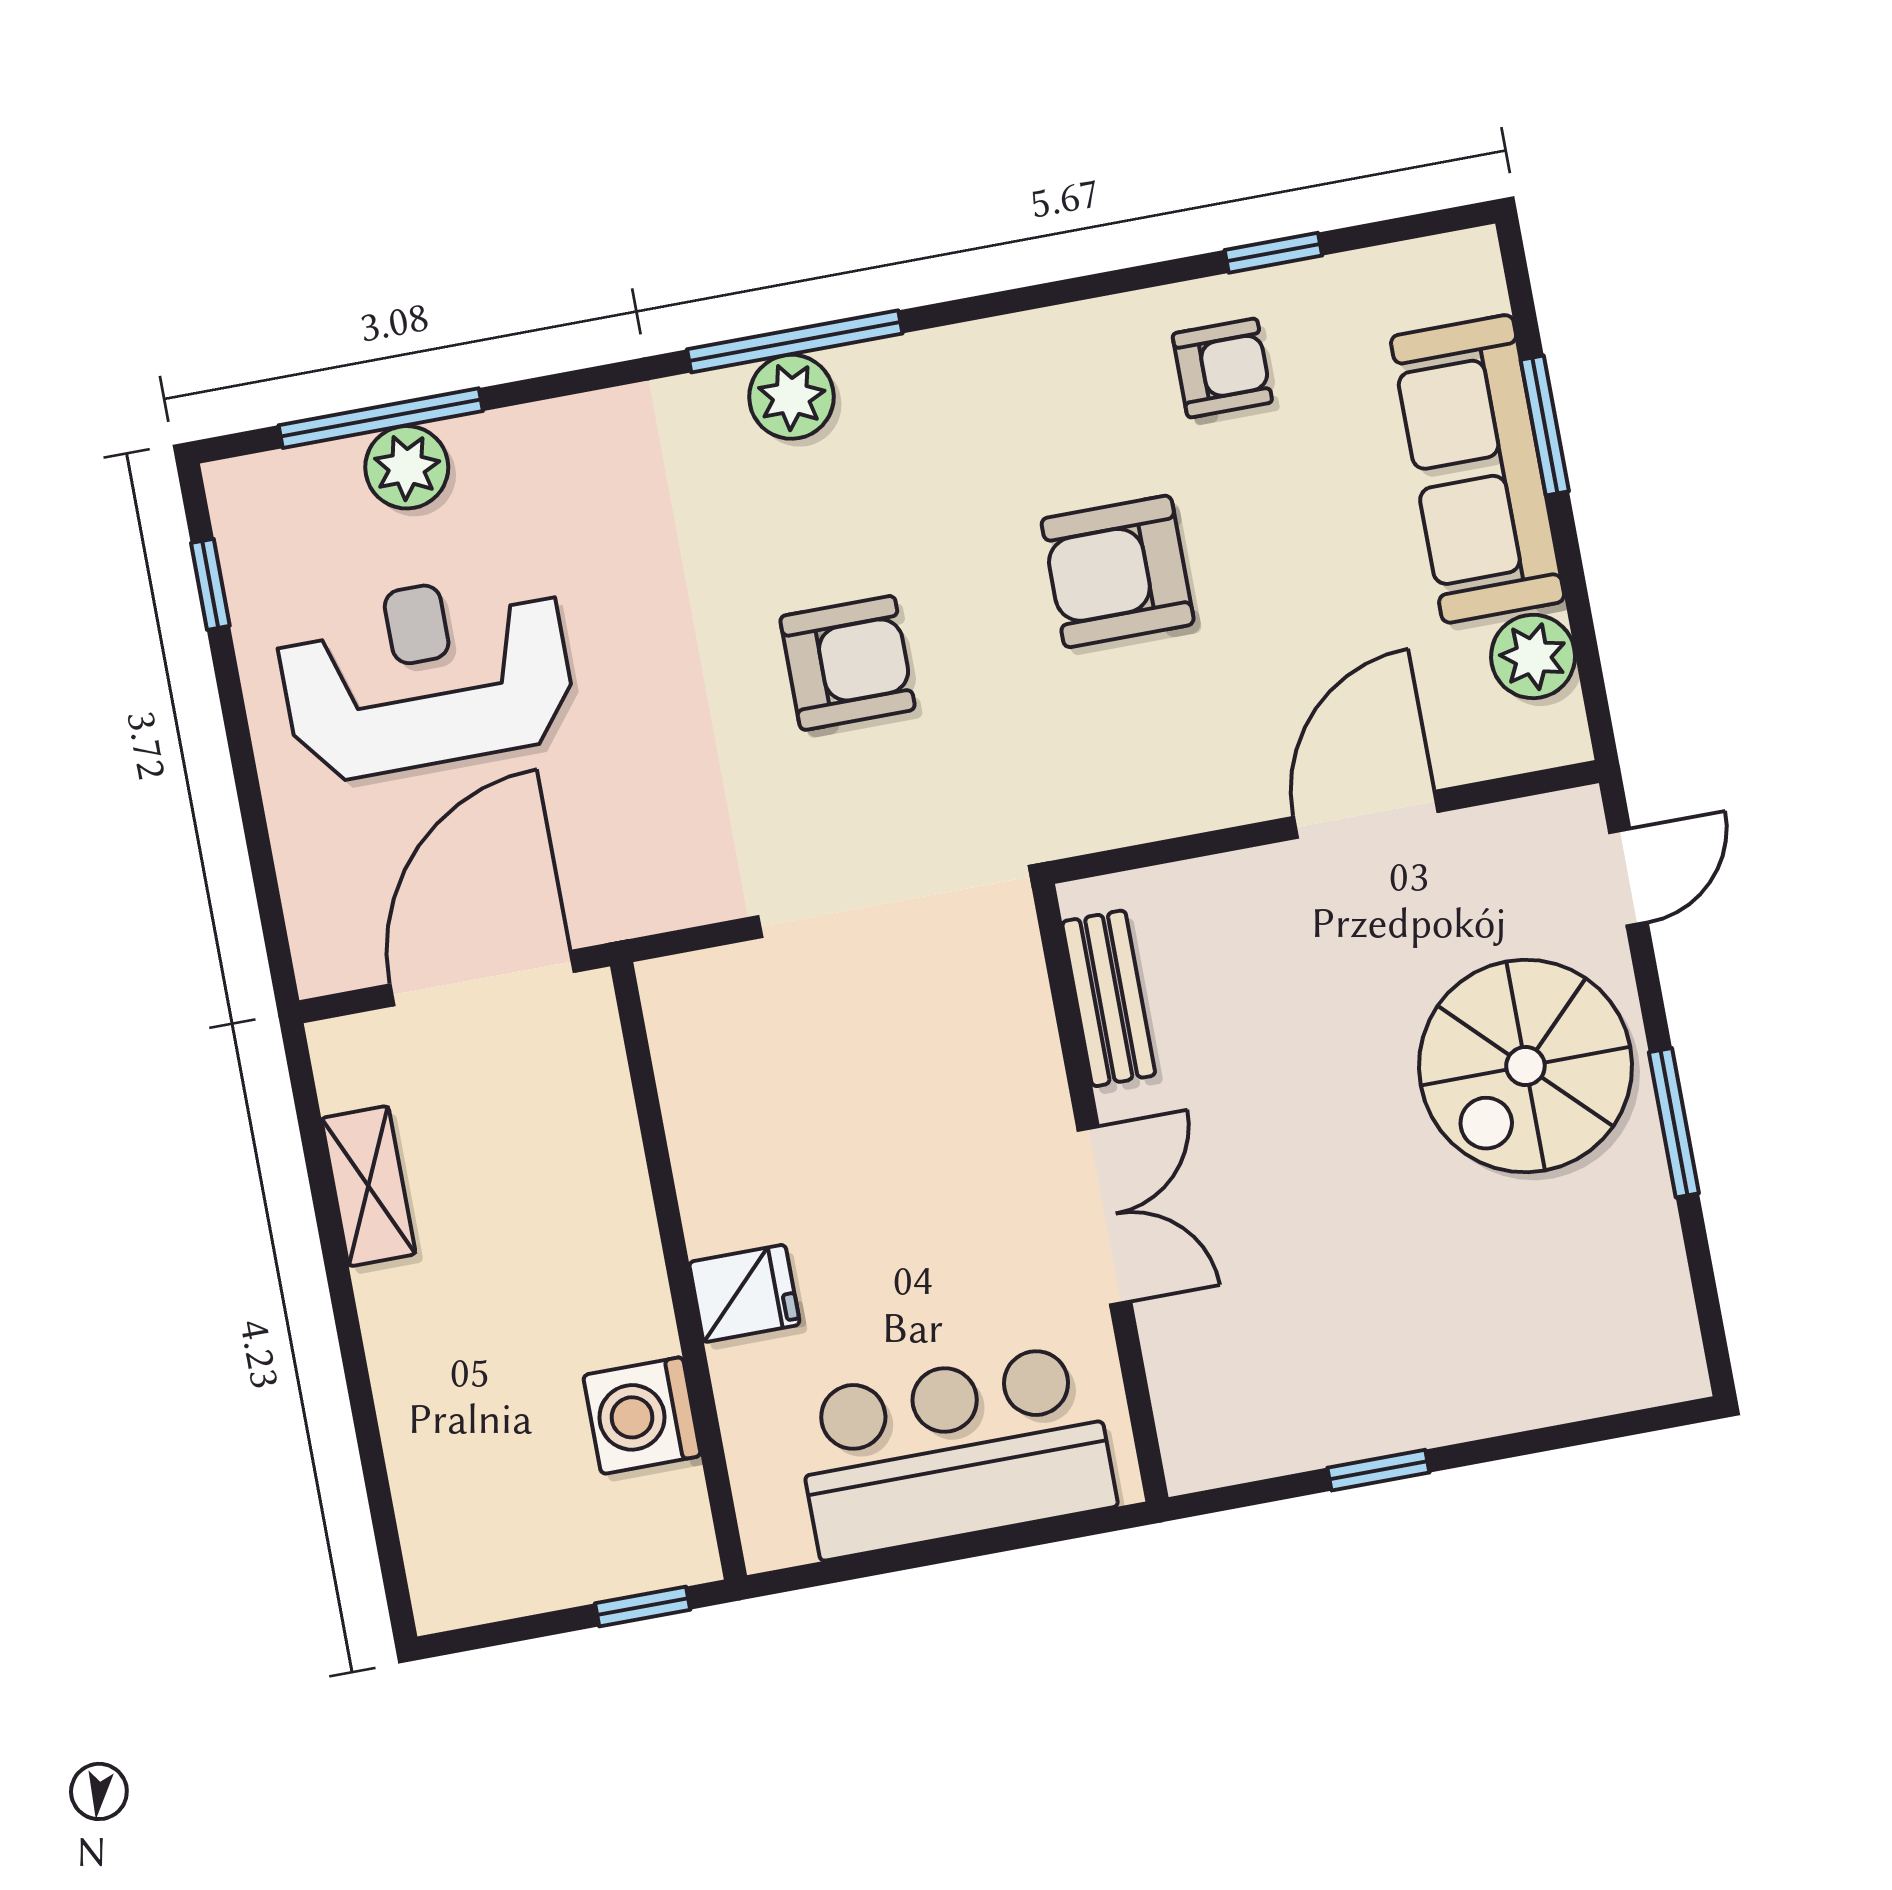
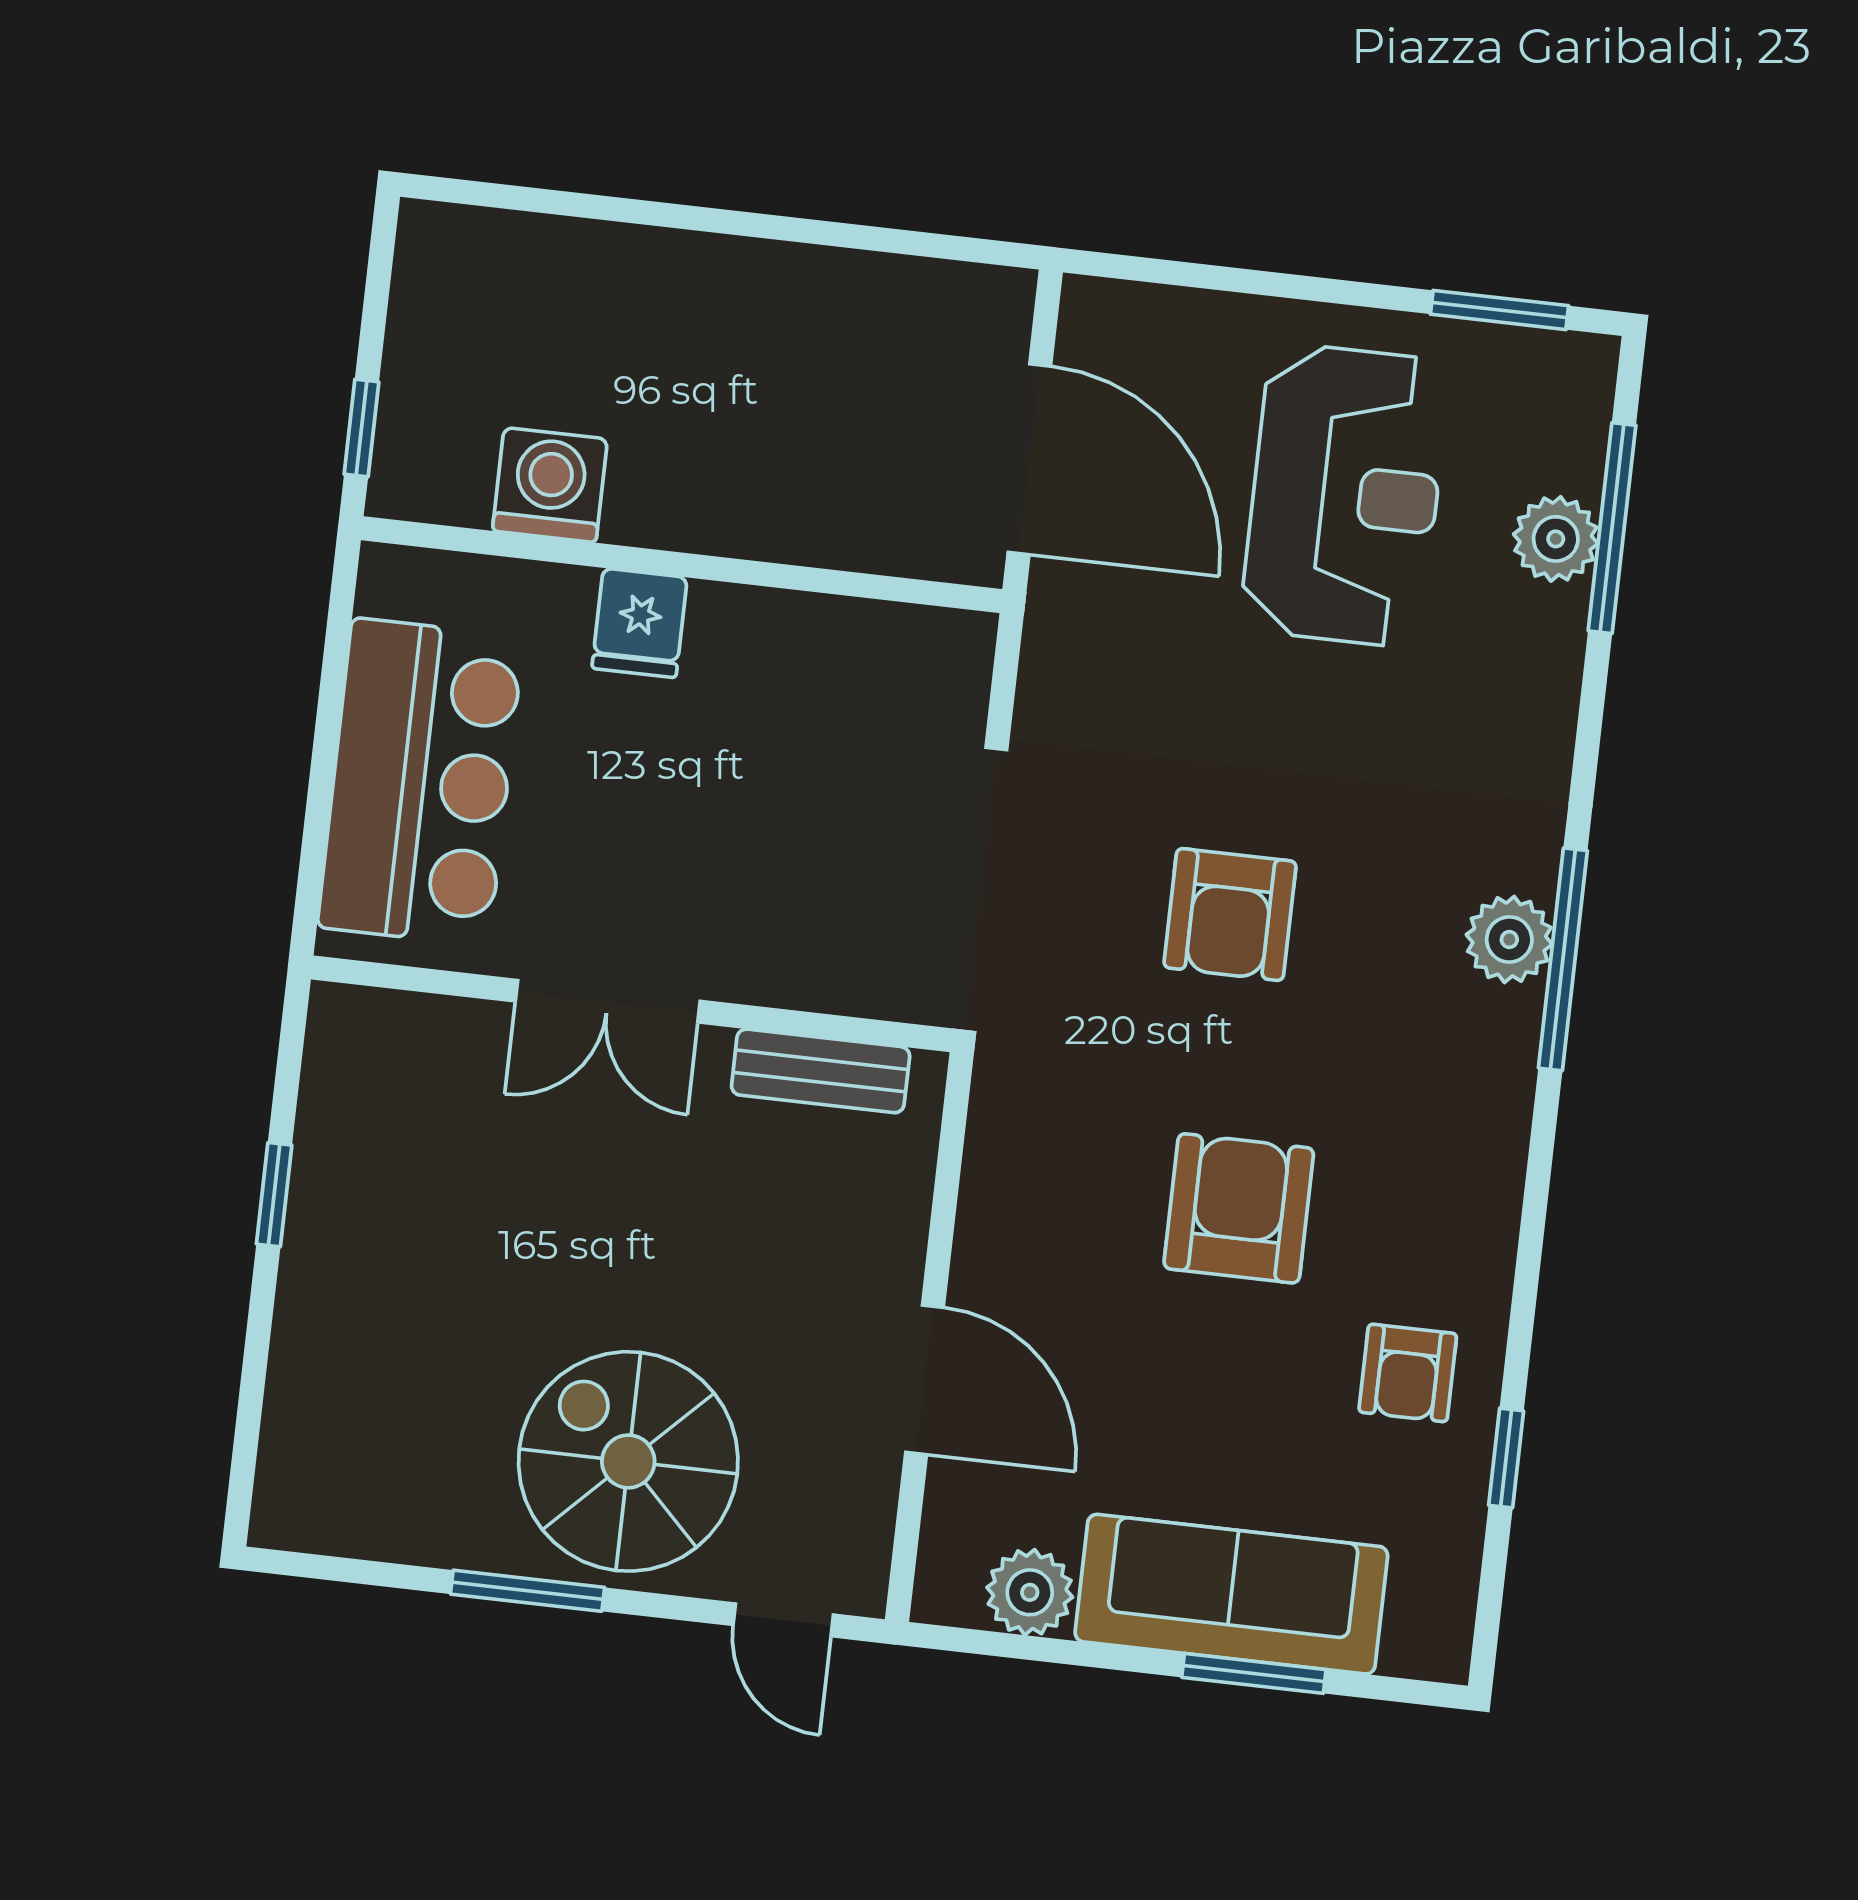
window: (210, 584) -> (1499, 310), width x1.50
shelving: (368, 1186) -> (859, 284), removed

